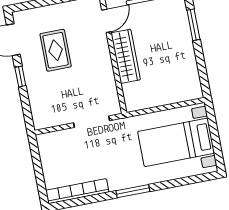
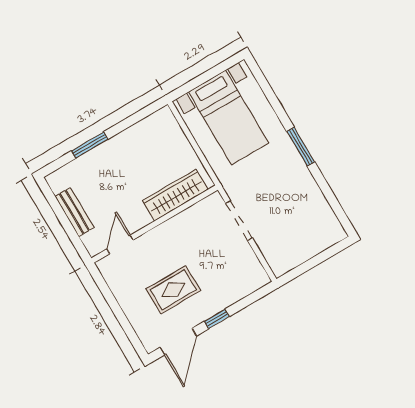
door: (106, 21) -> (120, 244), hinge flipped
wardrobe: (126, 56) -> (175, 195), moved
bookcase: (77, 191) -> (323, 209), removed

